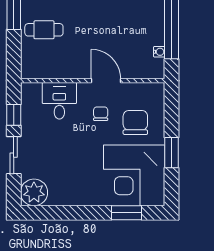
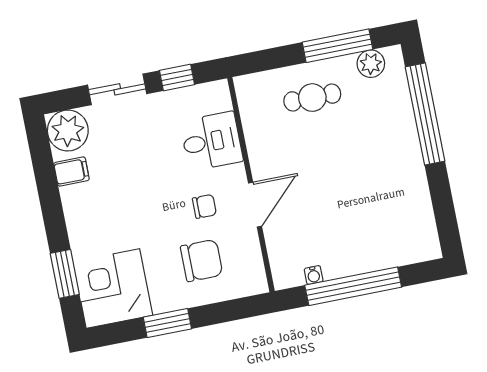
cafe table: (44, 30) -> (312, 98), turned 90
corner desk: (134, 175) -> (113, 289), width x0.74, depth x0.74
filing cabinet: (61, 195) -> (71, 172), added

